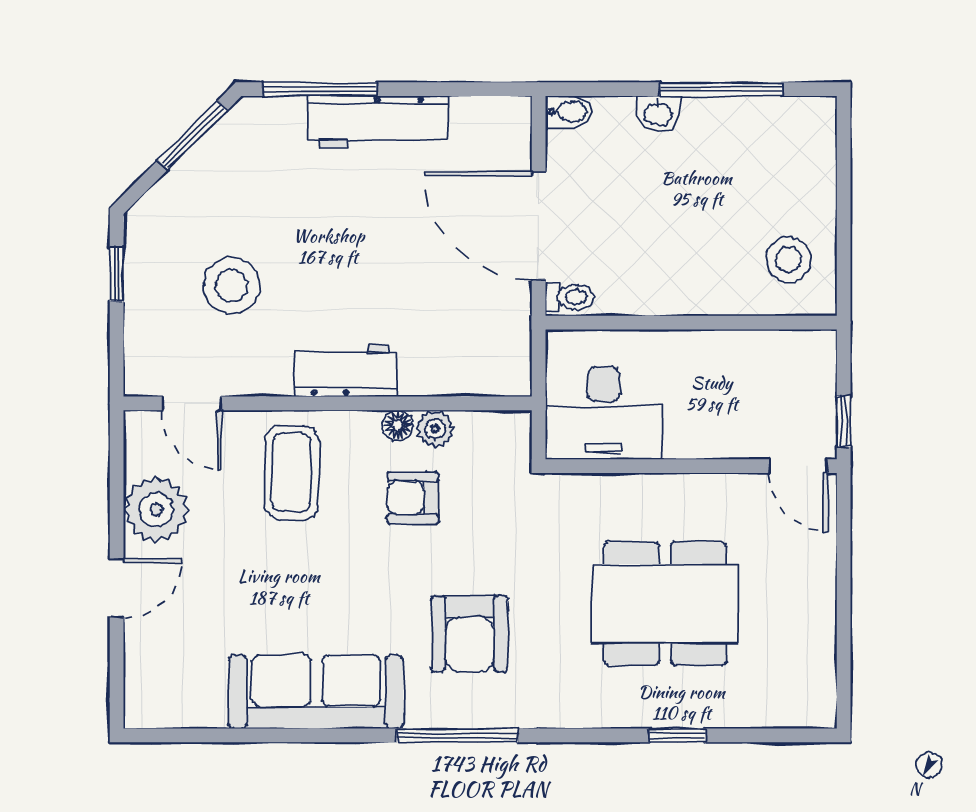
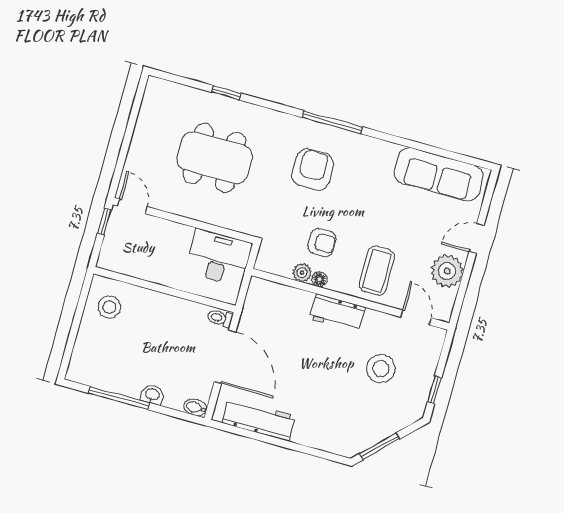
window: (320, 89) -> (312, 452), removed
workbench: (378, 122) -> (259, 420), moved
sofa: (316, 692) -> (439, 174), moved

